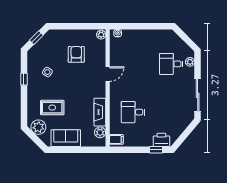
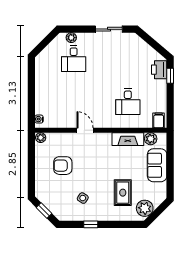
sliding door: (198, 95) -> (109, 29), width x0.73
sofa: (66, 138) -> (157, 165), moved

